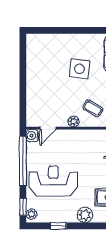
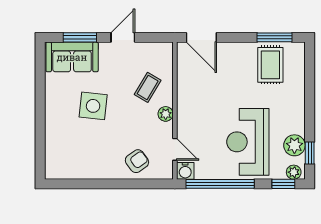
armchair: (39, 101) -> (137, 161), added
plant: (85, 215) -> (294, 145), moved
window: (58, 226) -> (310, 153), moved

